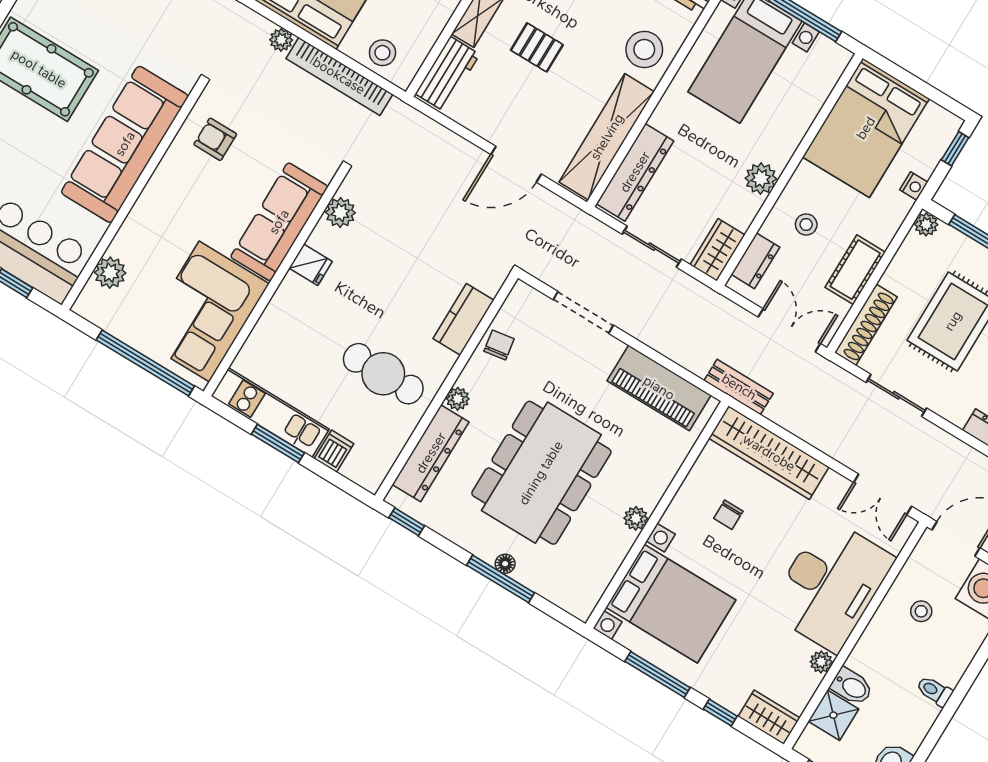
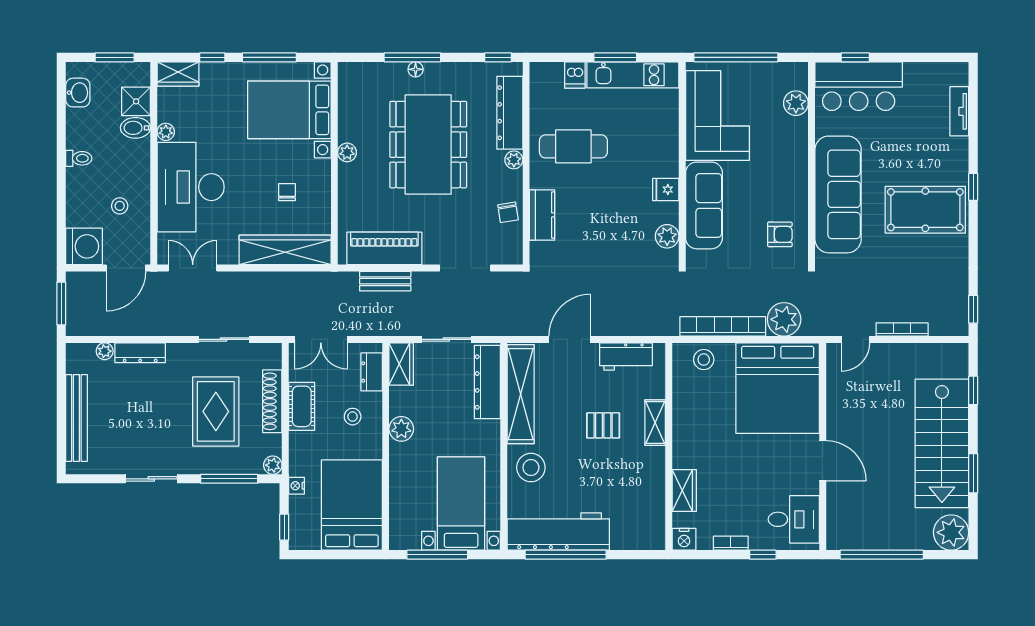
plant: (281, 40) -> (784, 319), width x1.87, depth x1.87
workbench: (447, 74) -> (626, 356), moved, turned -90
shoe rack: (866, 325) -> (272, 401), moved
bench: (739, 387) -> (385, 281), moved

